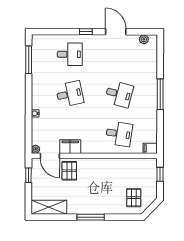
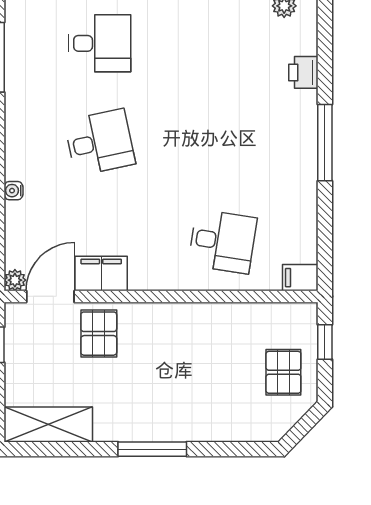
printer: (152, 66) -> (303, 72), added
desk: (119, 94) -> (222, 142), removed
door: (50, 156) -> (50, 296), swing flipped
pallet: (134, 198) -> (283, 372), moved

